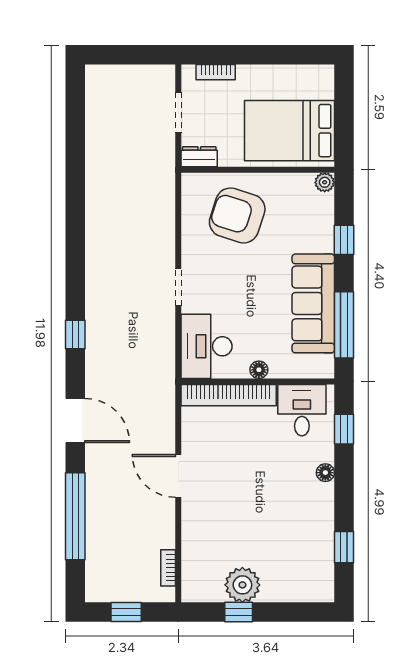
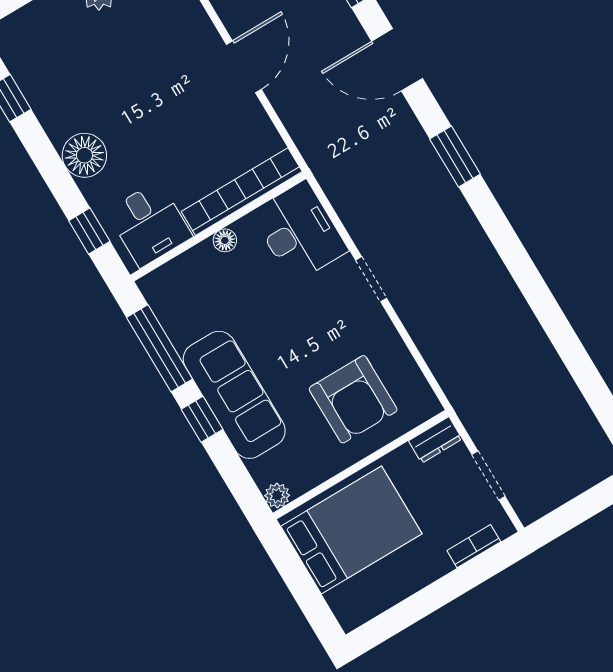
armchair: (237, 215) -> (353, 399), turned 72
window: (344, 240) -> (202, 419), moved
sofa: (313, 303) -> (234, 395), moved
window: (75, 335) -> (455, 156), width x1.50
floor lamp: (325, 473) -> (84, 155), width x1.89, depth x1.89
door: (178, 476) -> (244, 67), hinge flipped

